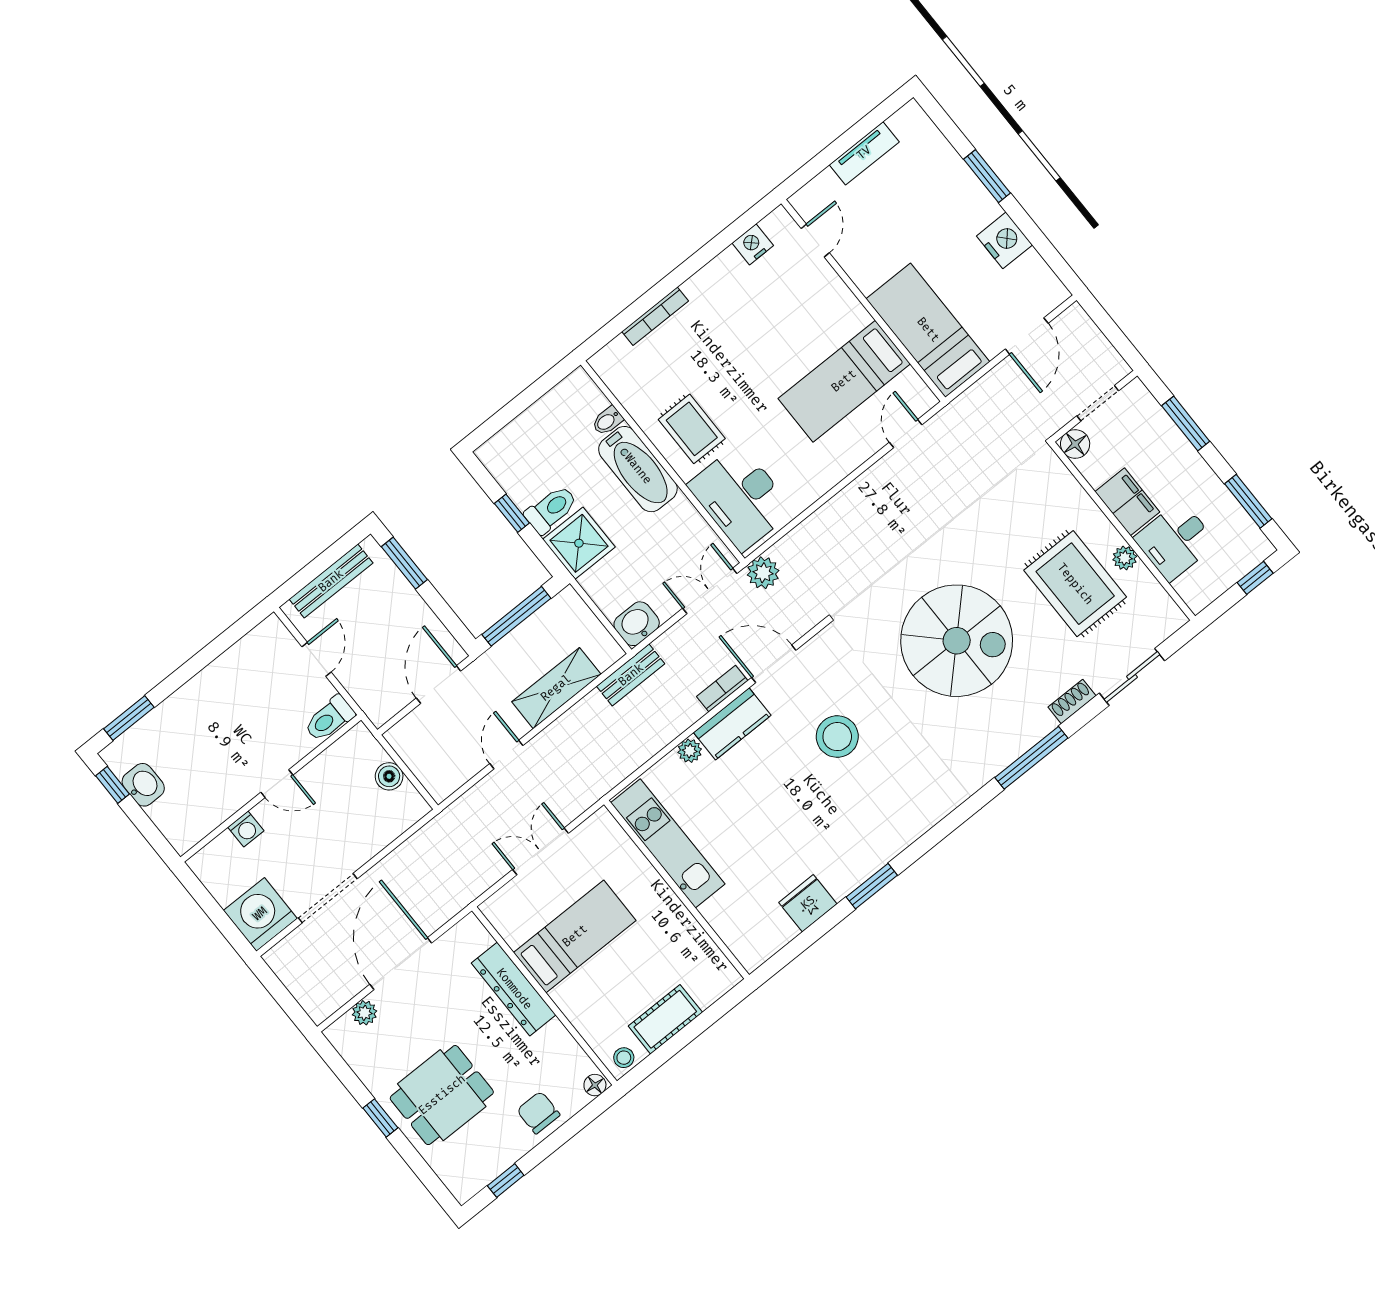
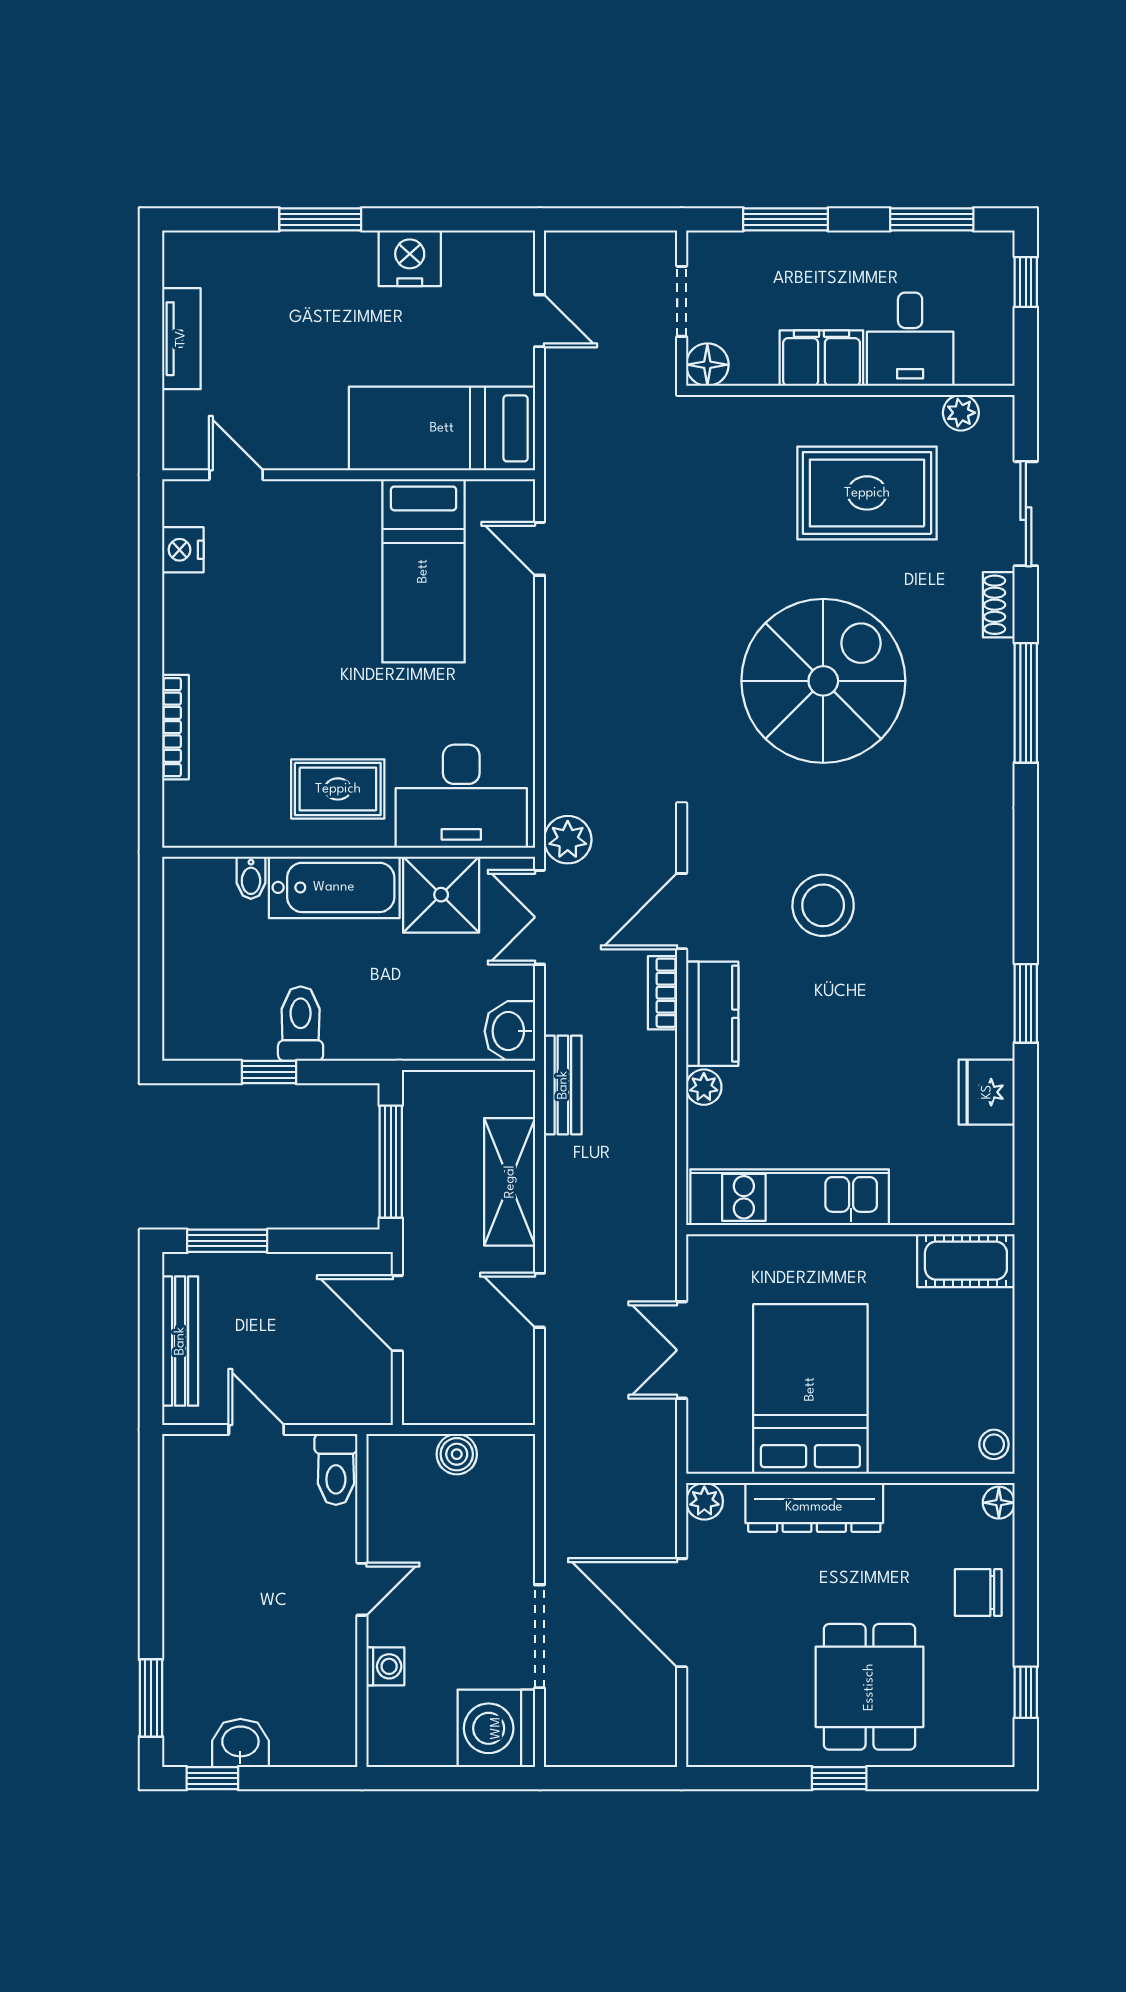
door: (1027, 336) -> (540, 321), width x0.73
shower: (579, 543) -> (441, 895), moved
plant: (1125, 558) -> (961, 413), moved
bed: (575, 936) -> (810, 1389), width x1.50
plant: (365, 1013) -> (704, 1501), moved
cot: (665, 1019) -> (966, 1261), moved, turned 90

